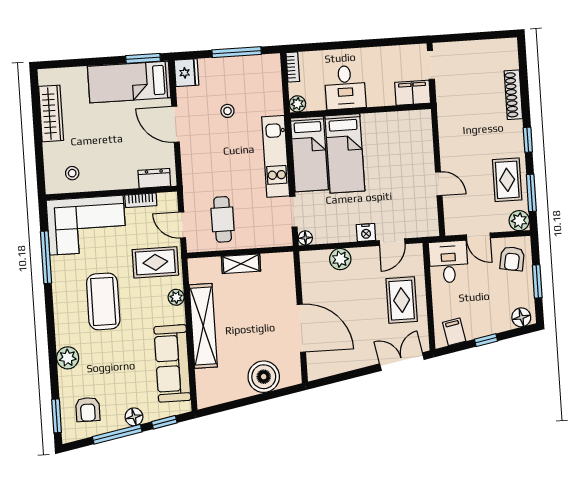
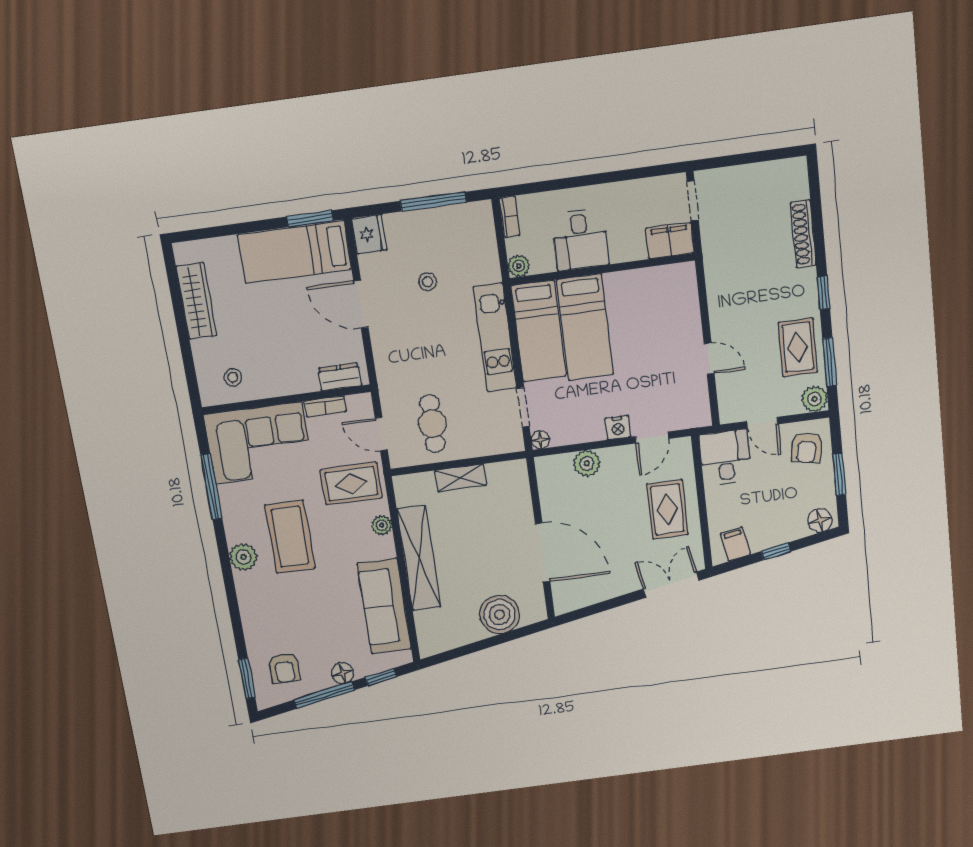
plant: (68, 358) -> (243, 557), moved

